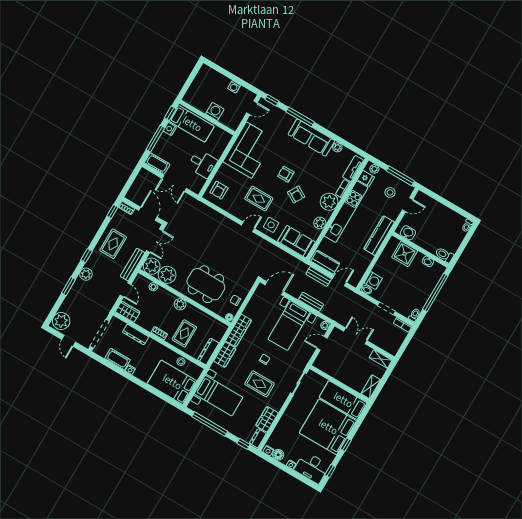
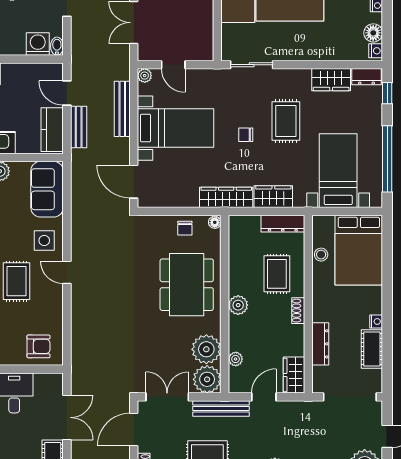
bench: (311, 302) -> (122, 109), width x1.36
rug: (184, 333) -> (277, 274), turned 90

